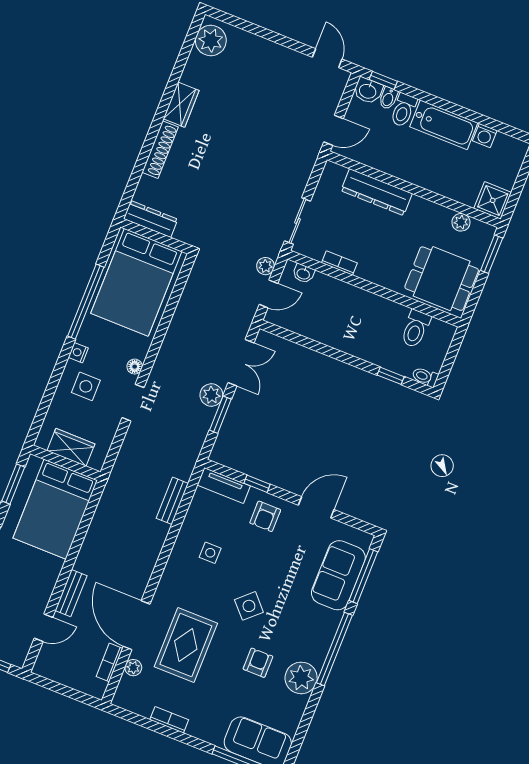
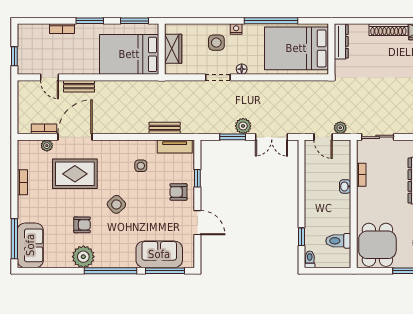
washbasin: (303, 274) -> (345, 186), moved
tv unit: (224, 485) -> (175, 146), moved, turned -90

